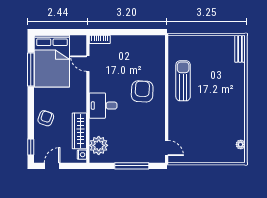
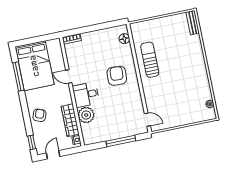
floor lamp: (159, 51) -> (124, 39), added
door: (88, 64) -> (69, 77), moved
plant: (99, 145) -> (86, 115), moved

